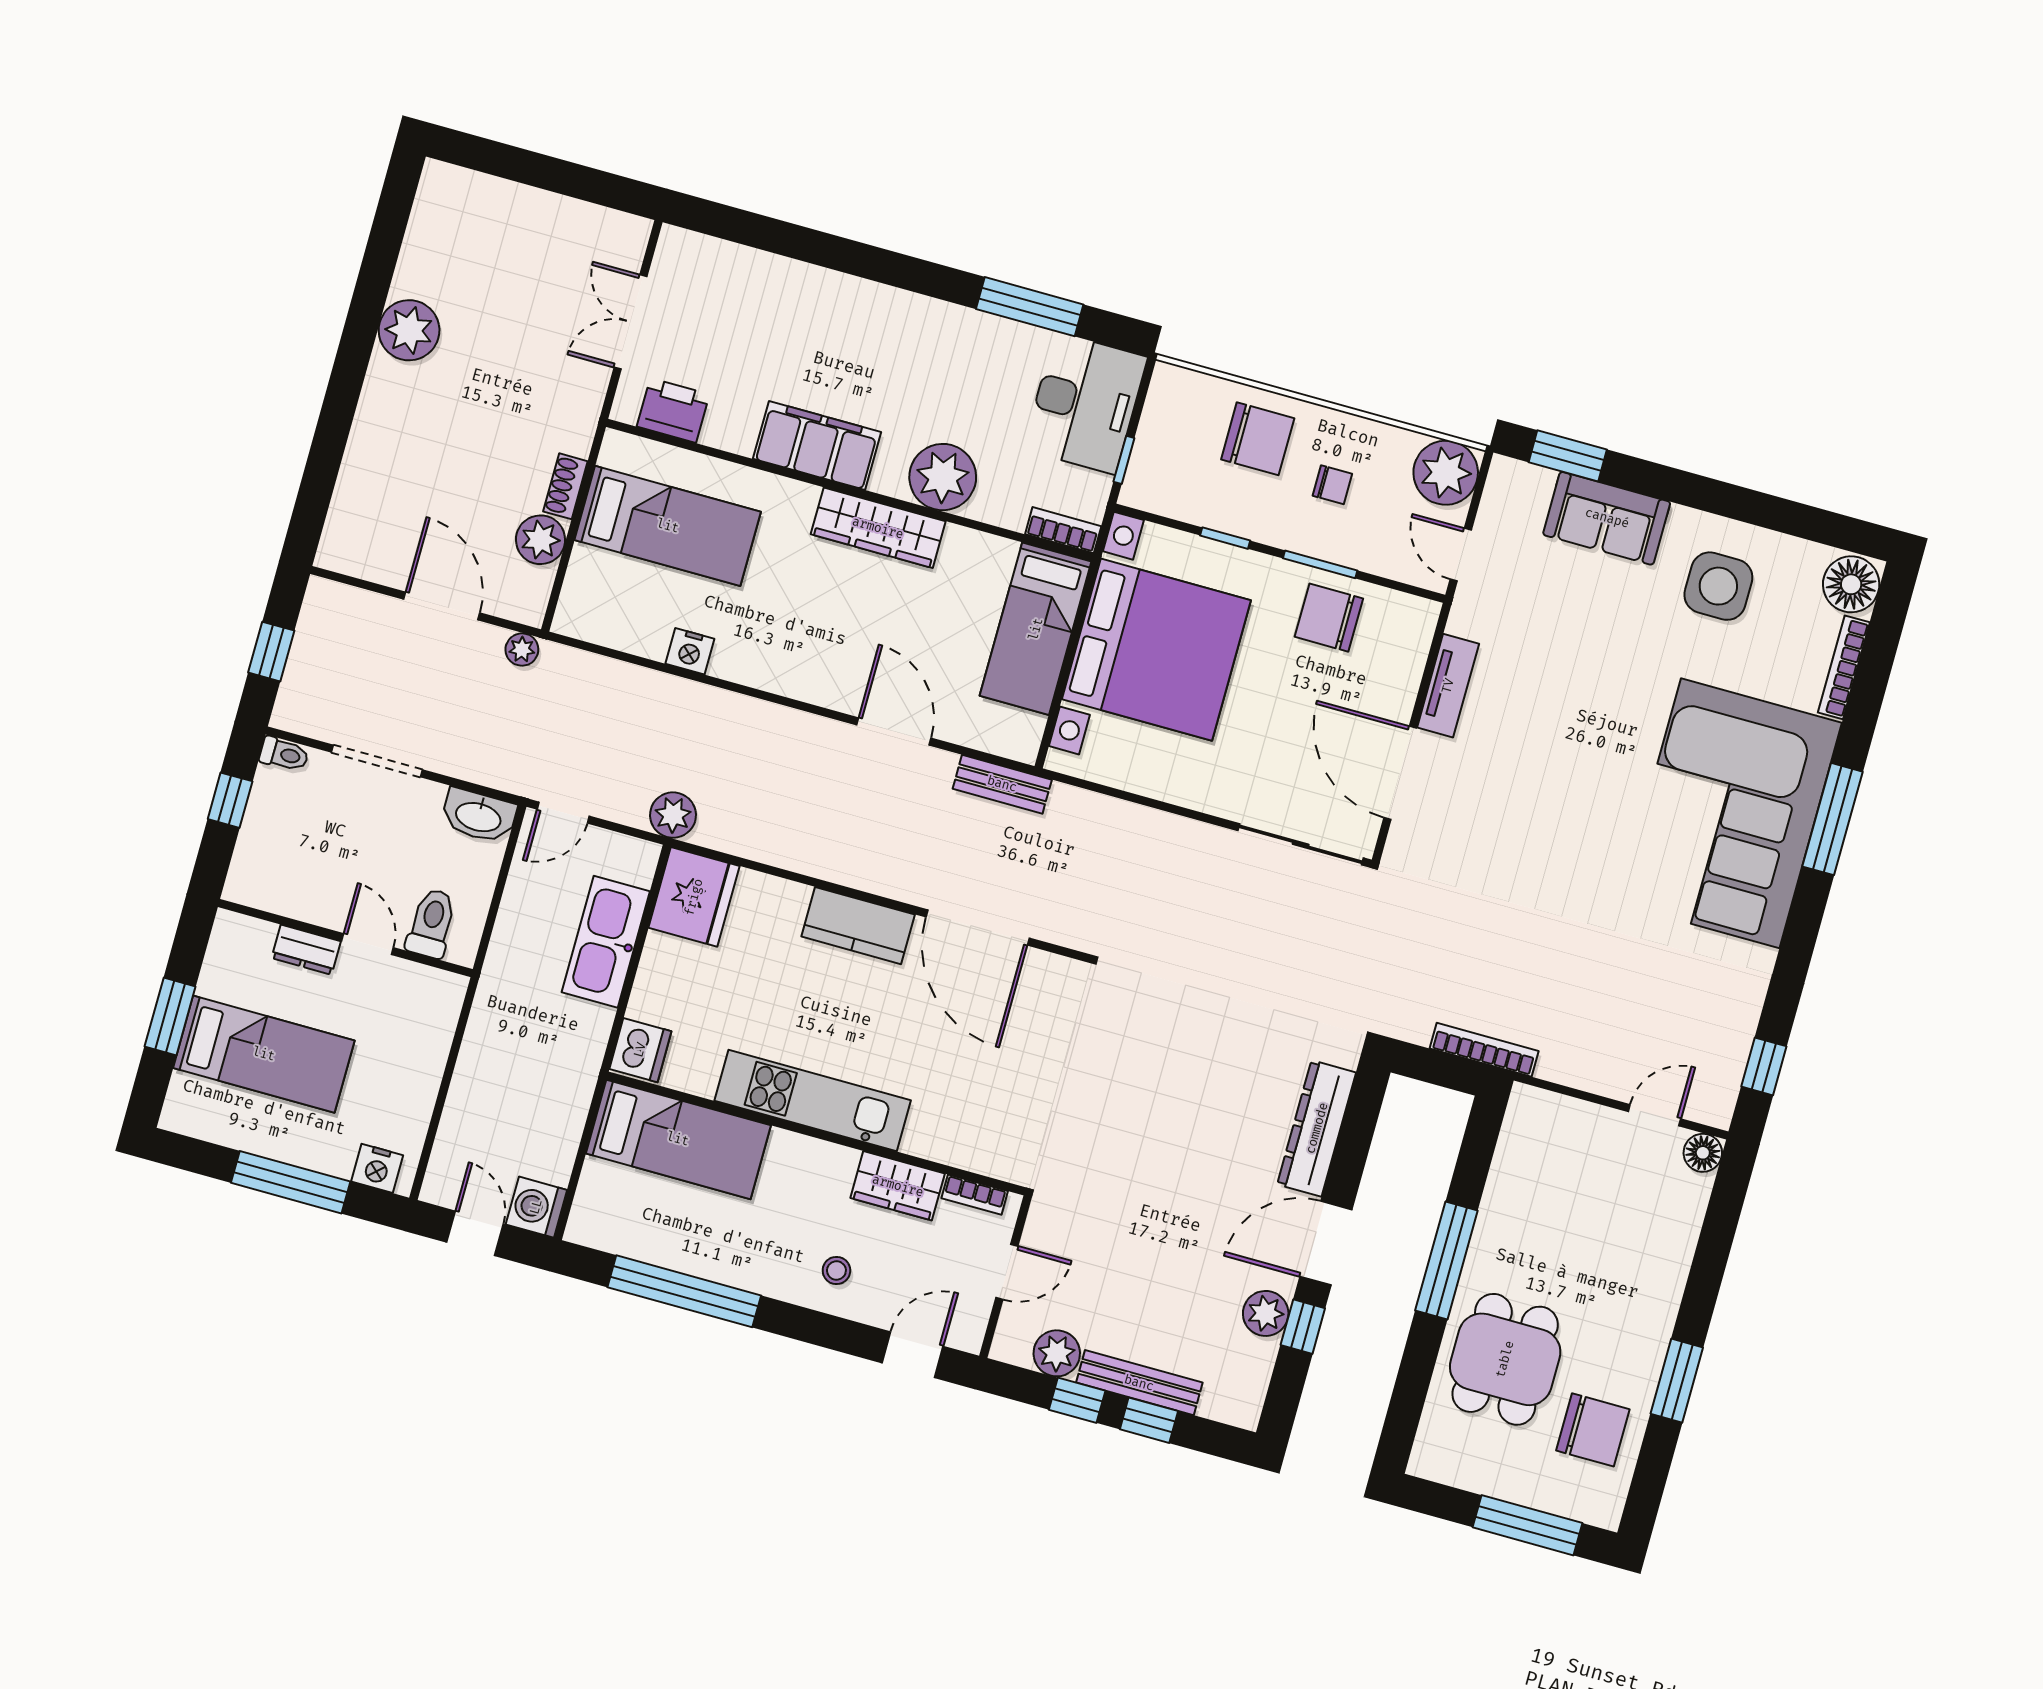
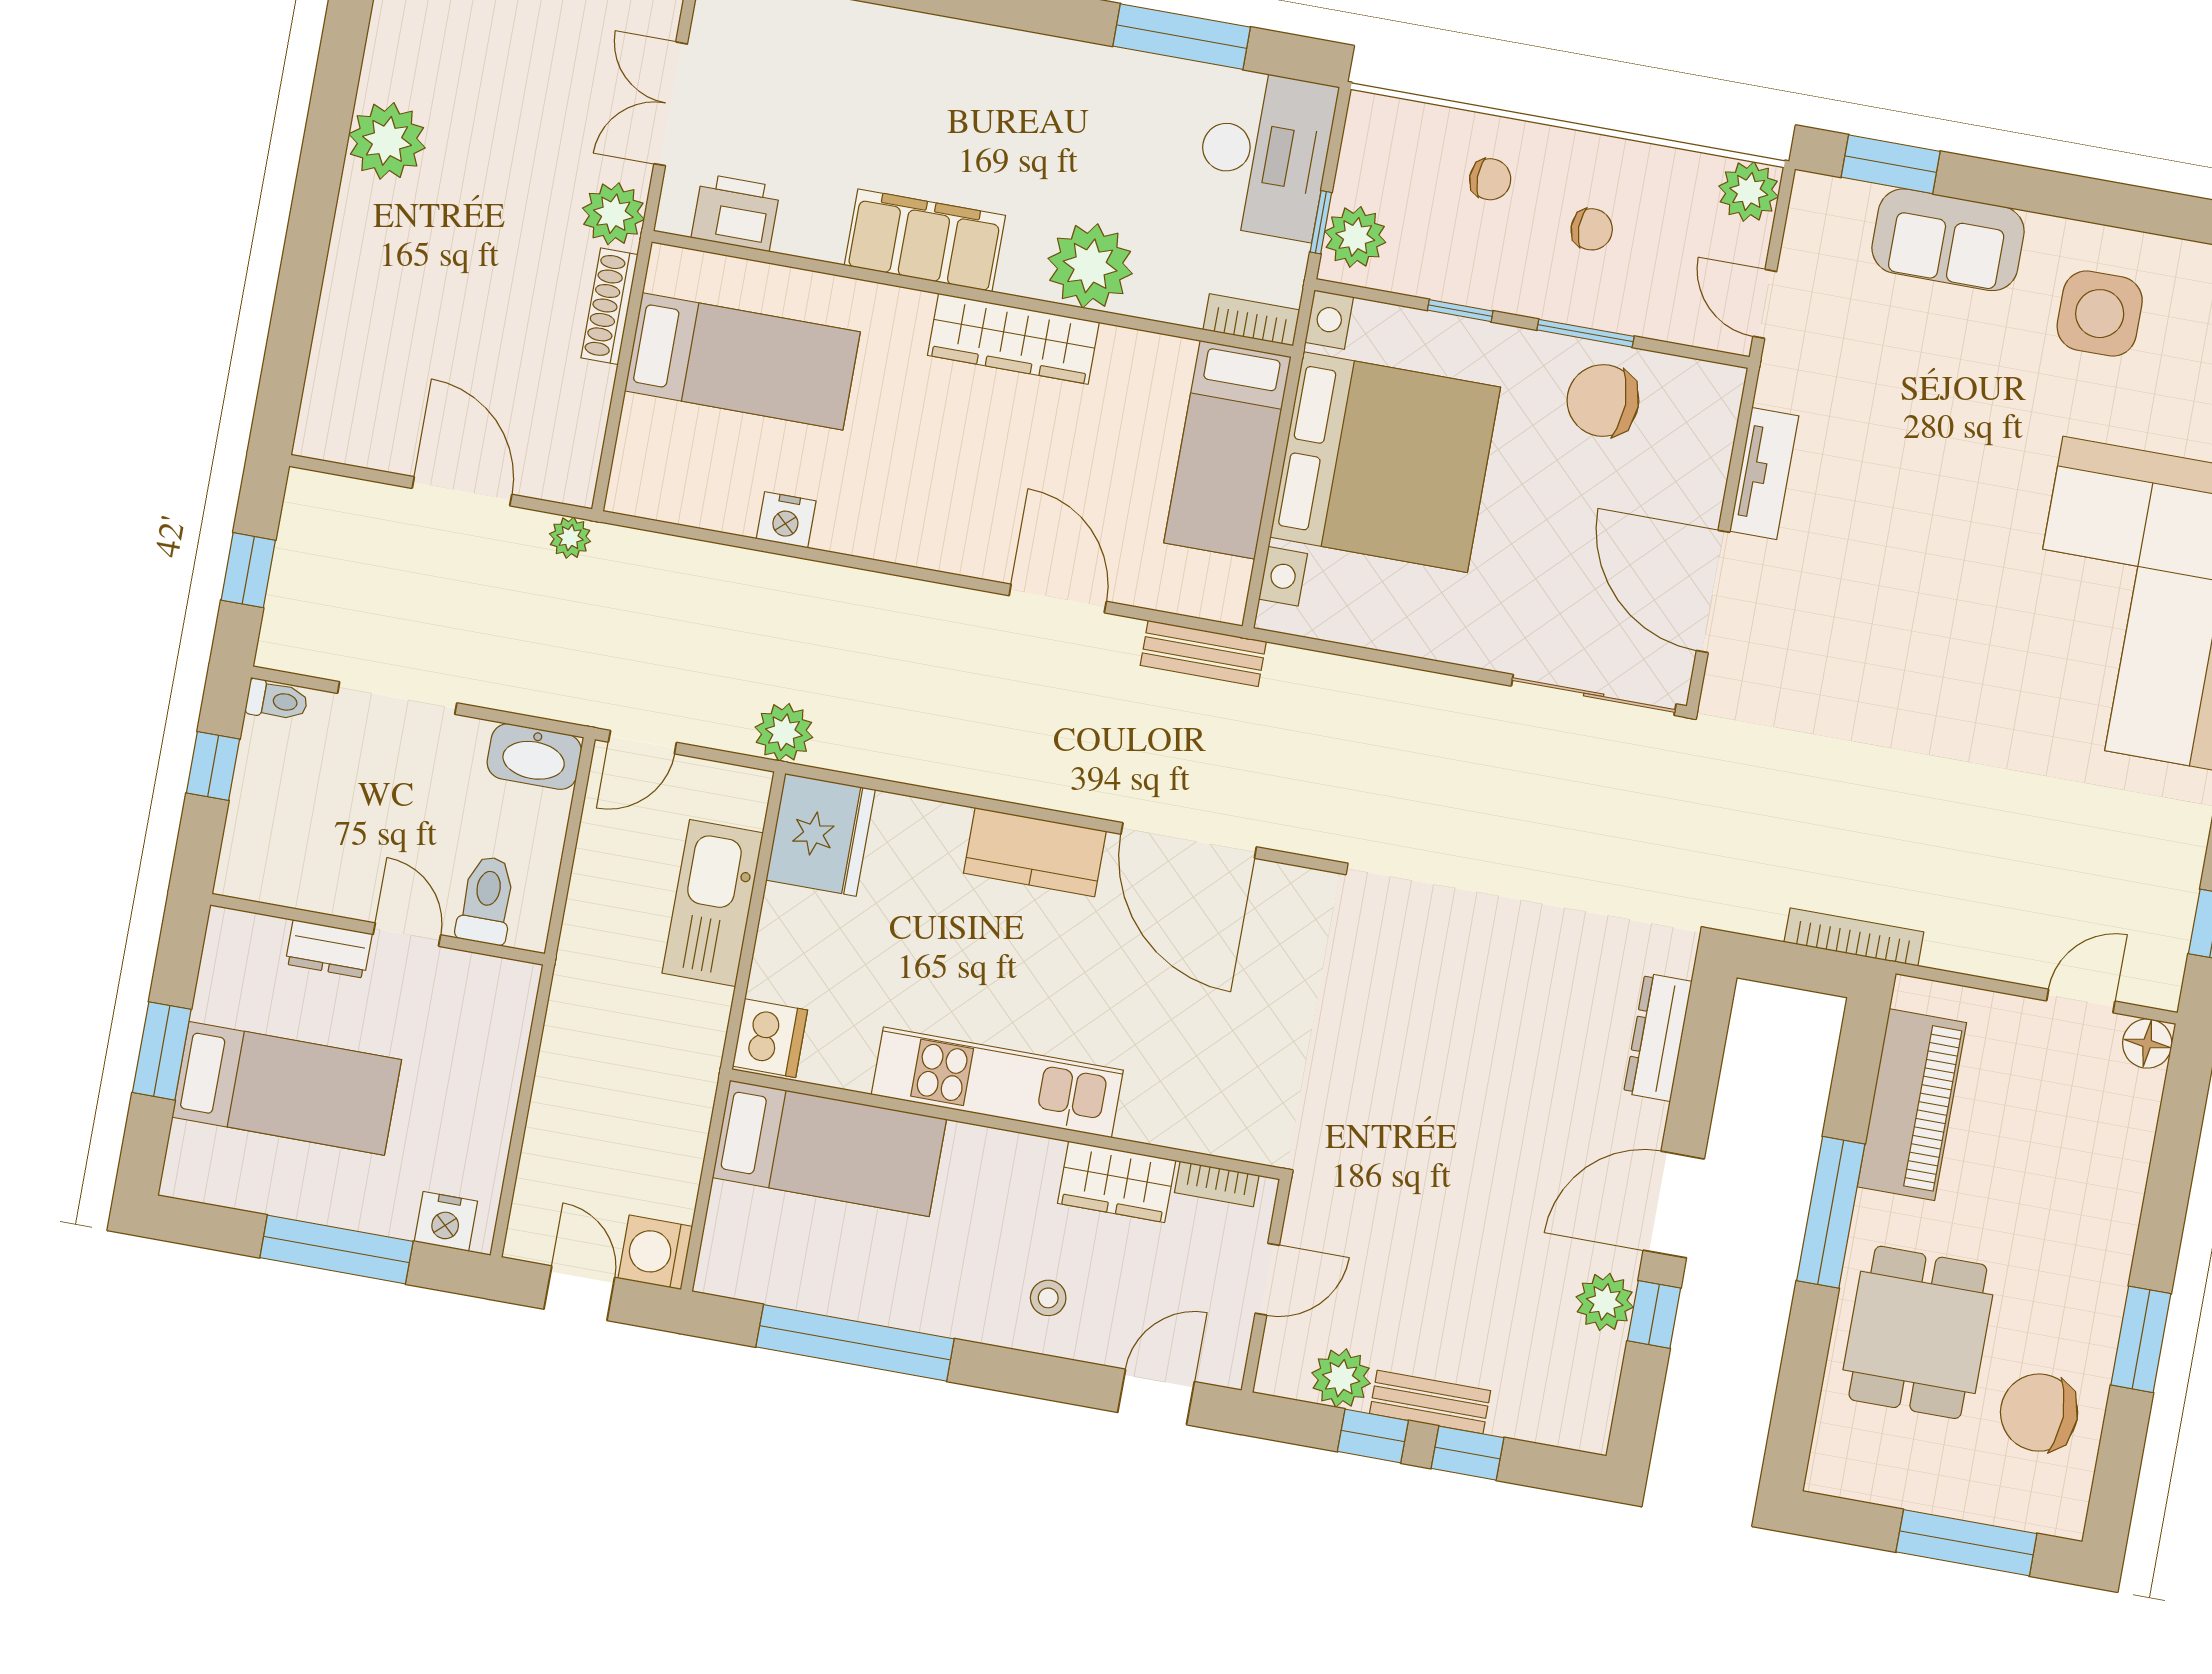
chair: (1258, 439) -> (1490, 179), width x0.54, depth x0.54
plant: (1446, 473) -> (1749, 191), width x0.73, depth x0.73
plant: (1149, 474) -> (1355, 237), added
shoe rack: (565, 486) -> (609, 306), width x1.43
plant: (540, 540) -> (613, 214), moved
dresser: (1317, 1128) -> (1658, 1037), width x0.73, depth x0.80
piano: (1517, 1183) -> (1912, 1105), added
bench: (1139, 1383) -> (1430, 1402), width x0.73
chair: (1593, 1430) -> (2039, 1413), turned 180

